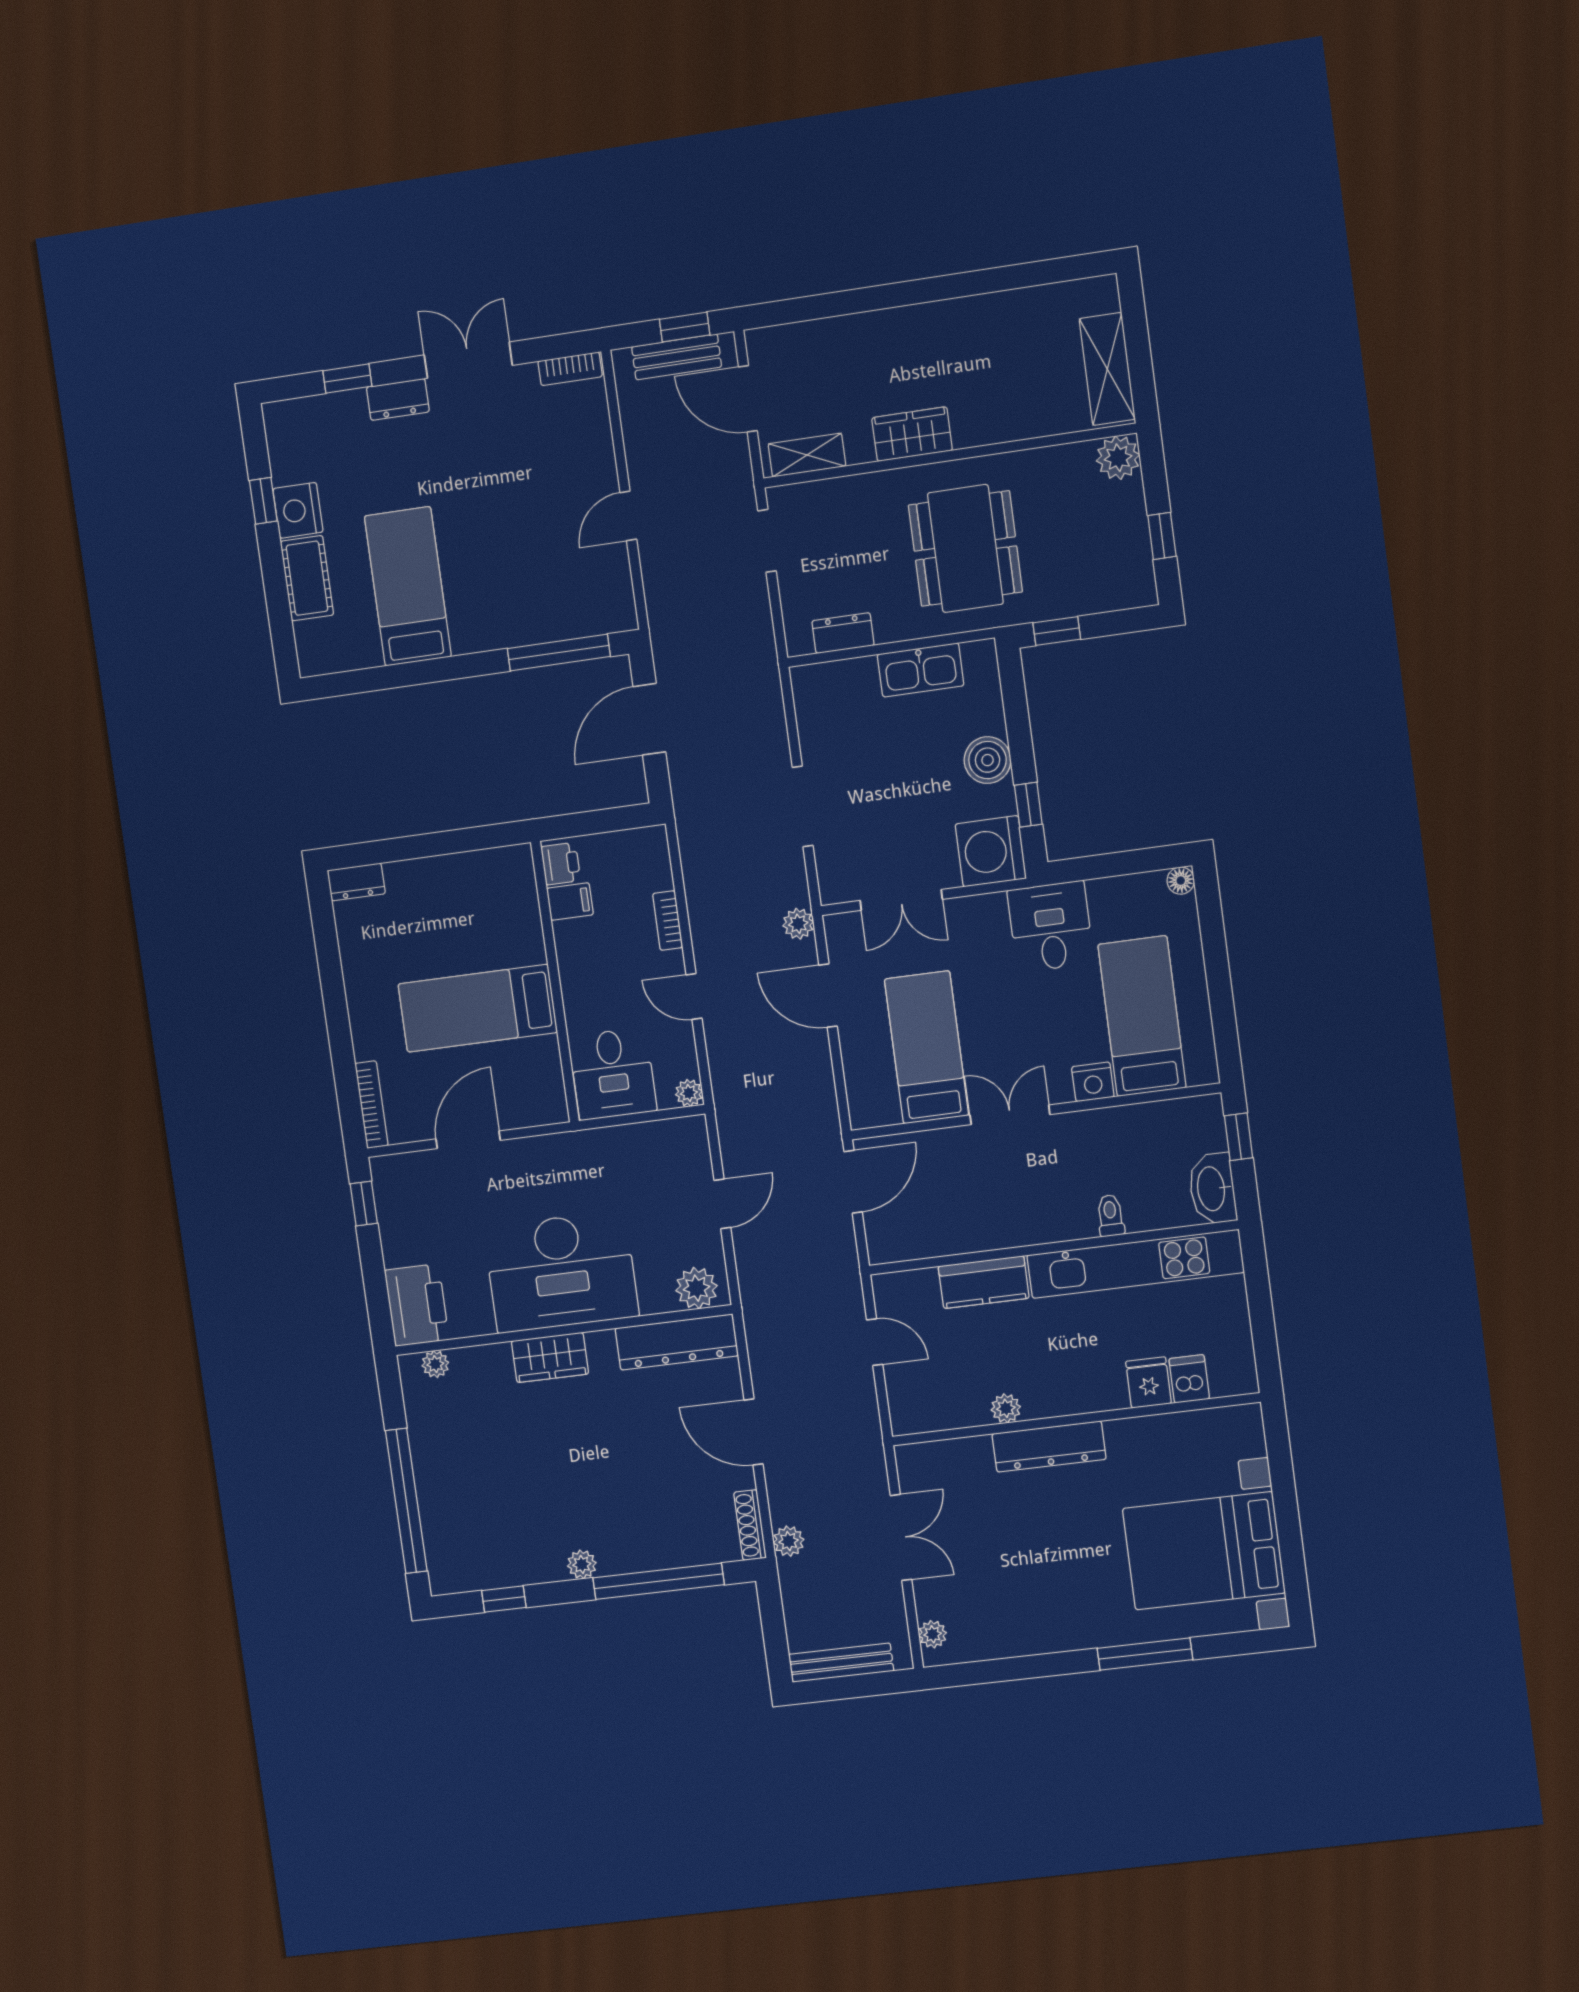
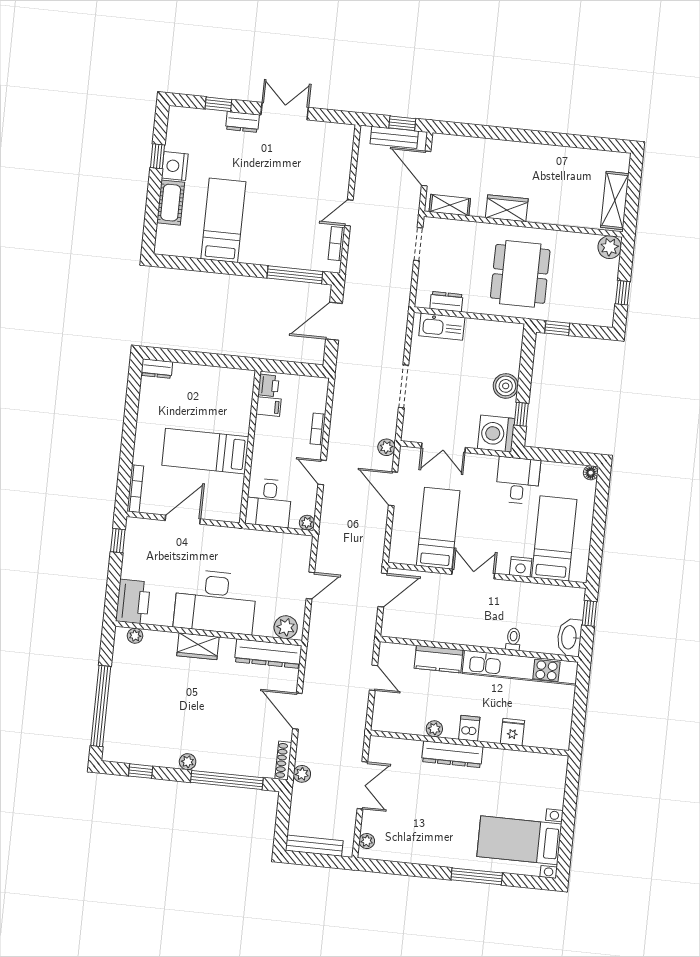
bookcase: (570, 369) -> (337, 244), moved, turned 90
kitchen sink: (921, 670) -> (442, 327), moved
dishwasher: (1189, 1379) -> (469, 728), moved
bed with nightstands: (1204, 1551) -> (519, 840), width x0.73

